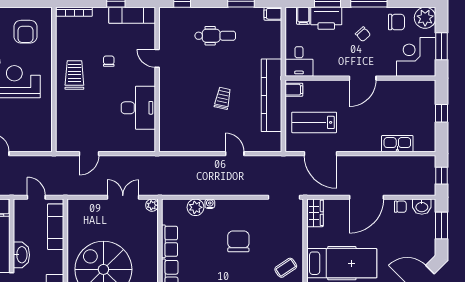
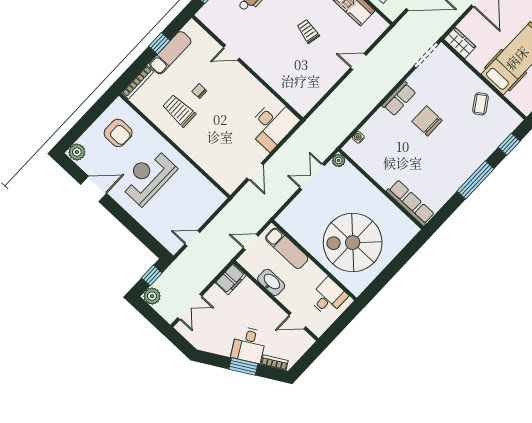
exam couch: (132, 15) -> (170, 53), moved
trolley: (74, 75) -> (179, 111), moved
desk: (138, 108) -> (273, 125), moved, turned 90
water cooler: (210, 204) -> (358, 137), moved
plant: (196, 207) -> (371, 129), removed
row of seats: (170, 241) -> (399, 99), moved, turned 90
washbasin: (21, 255) -> (271, 282), moved

